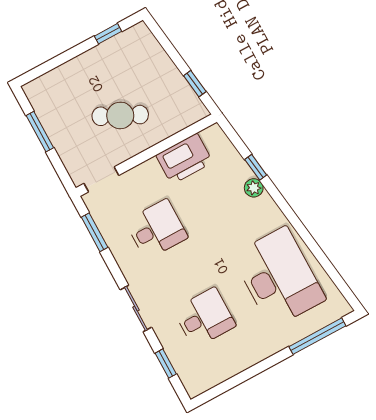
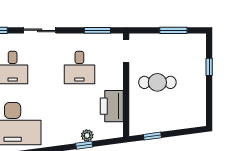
window: (108, 34) -> (209, 67), moved
cafe table: (120, 115) -> (157, 82), turned 64
plant: (254, 188) -> (87, 135), moved

